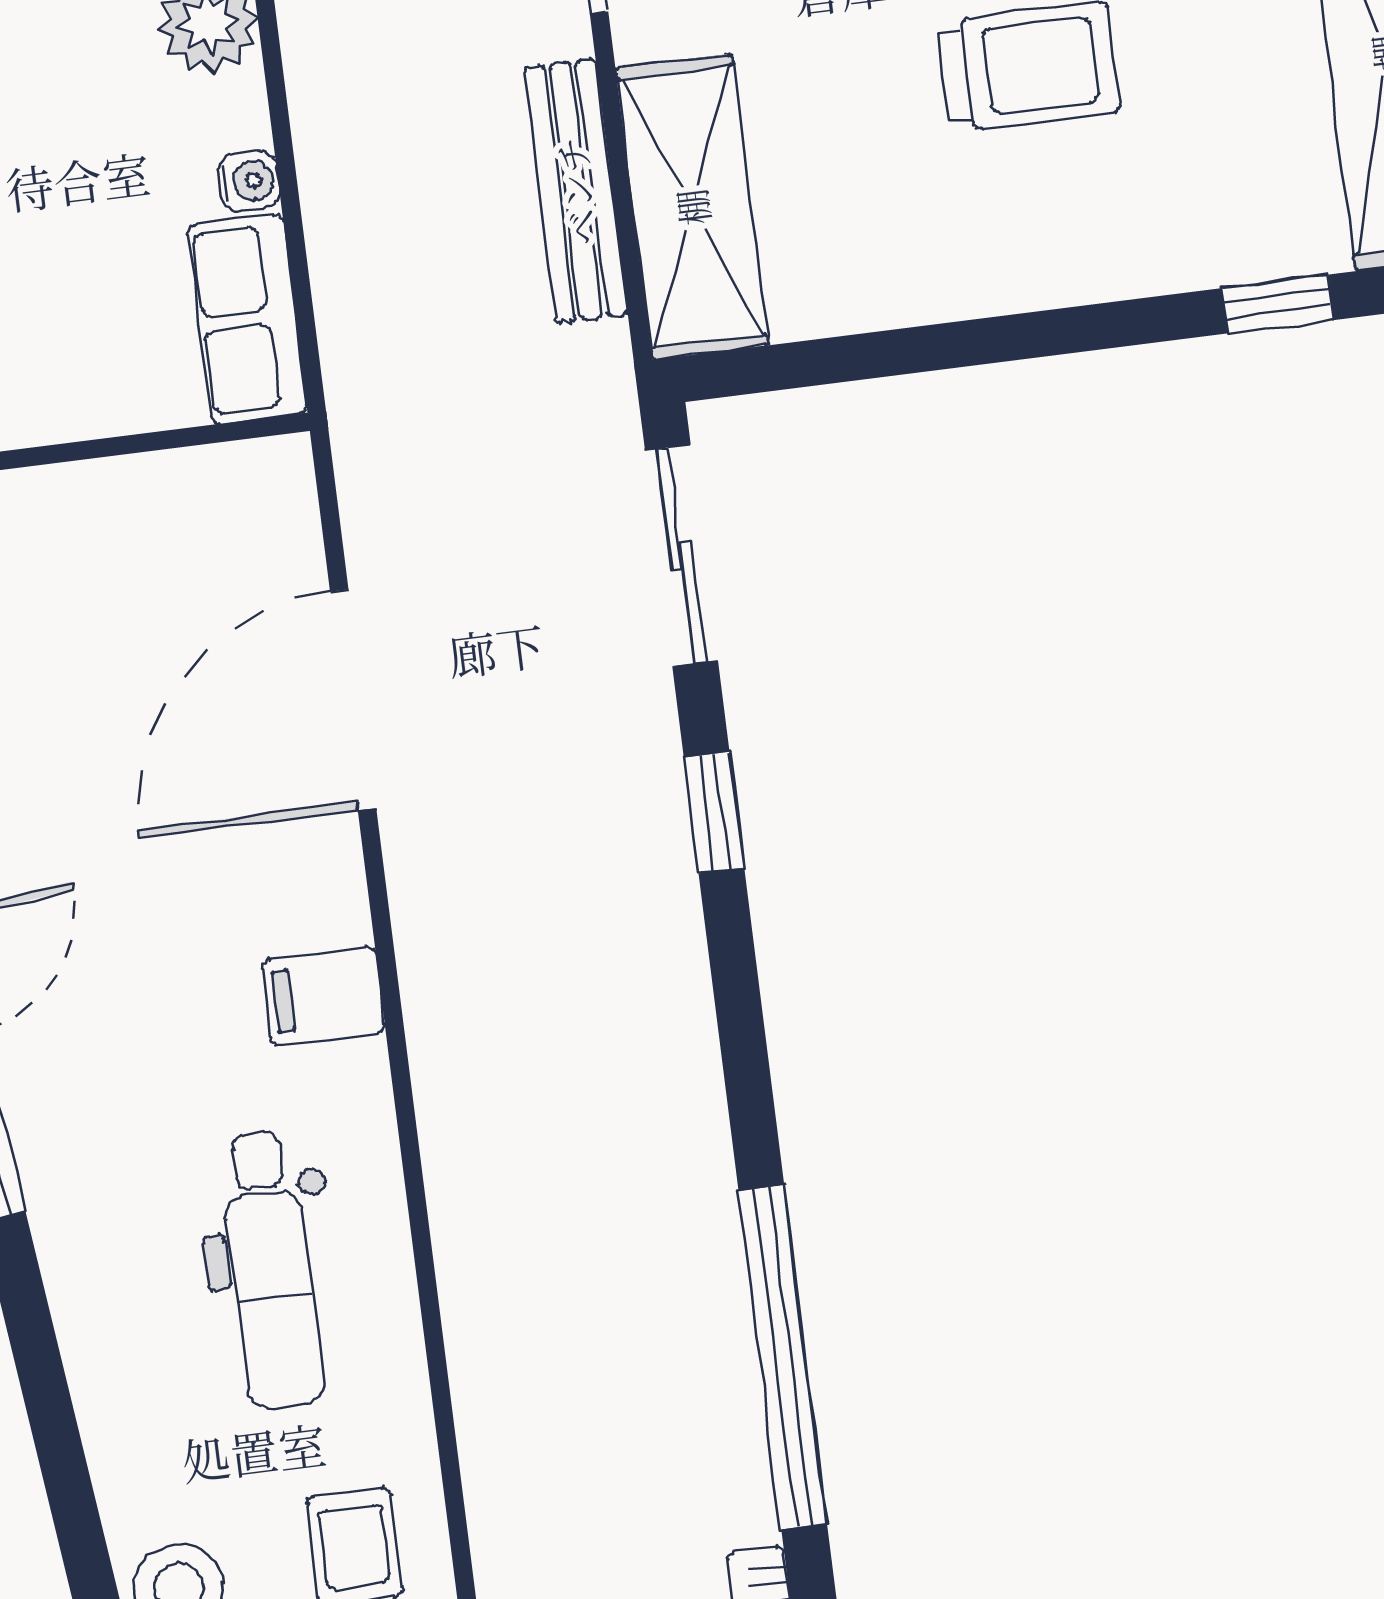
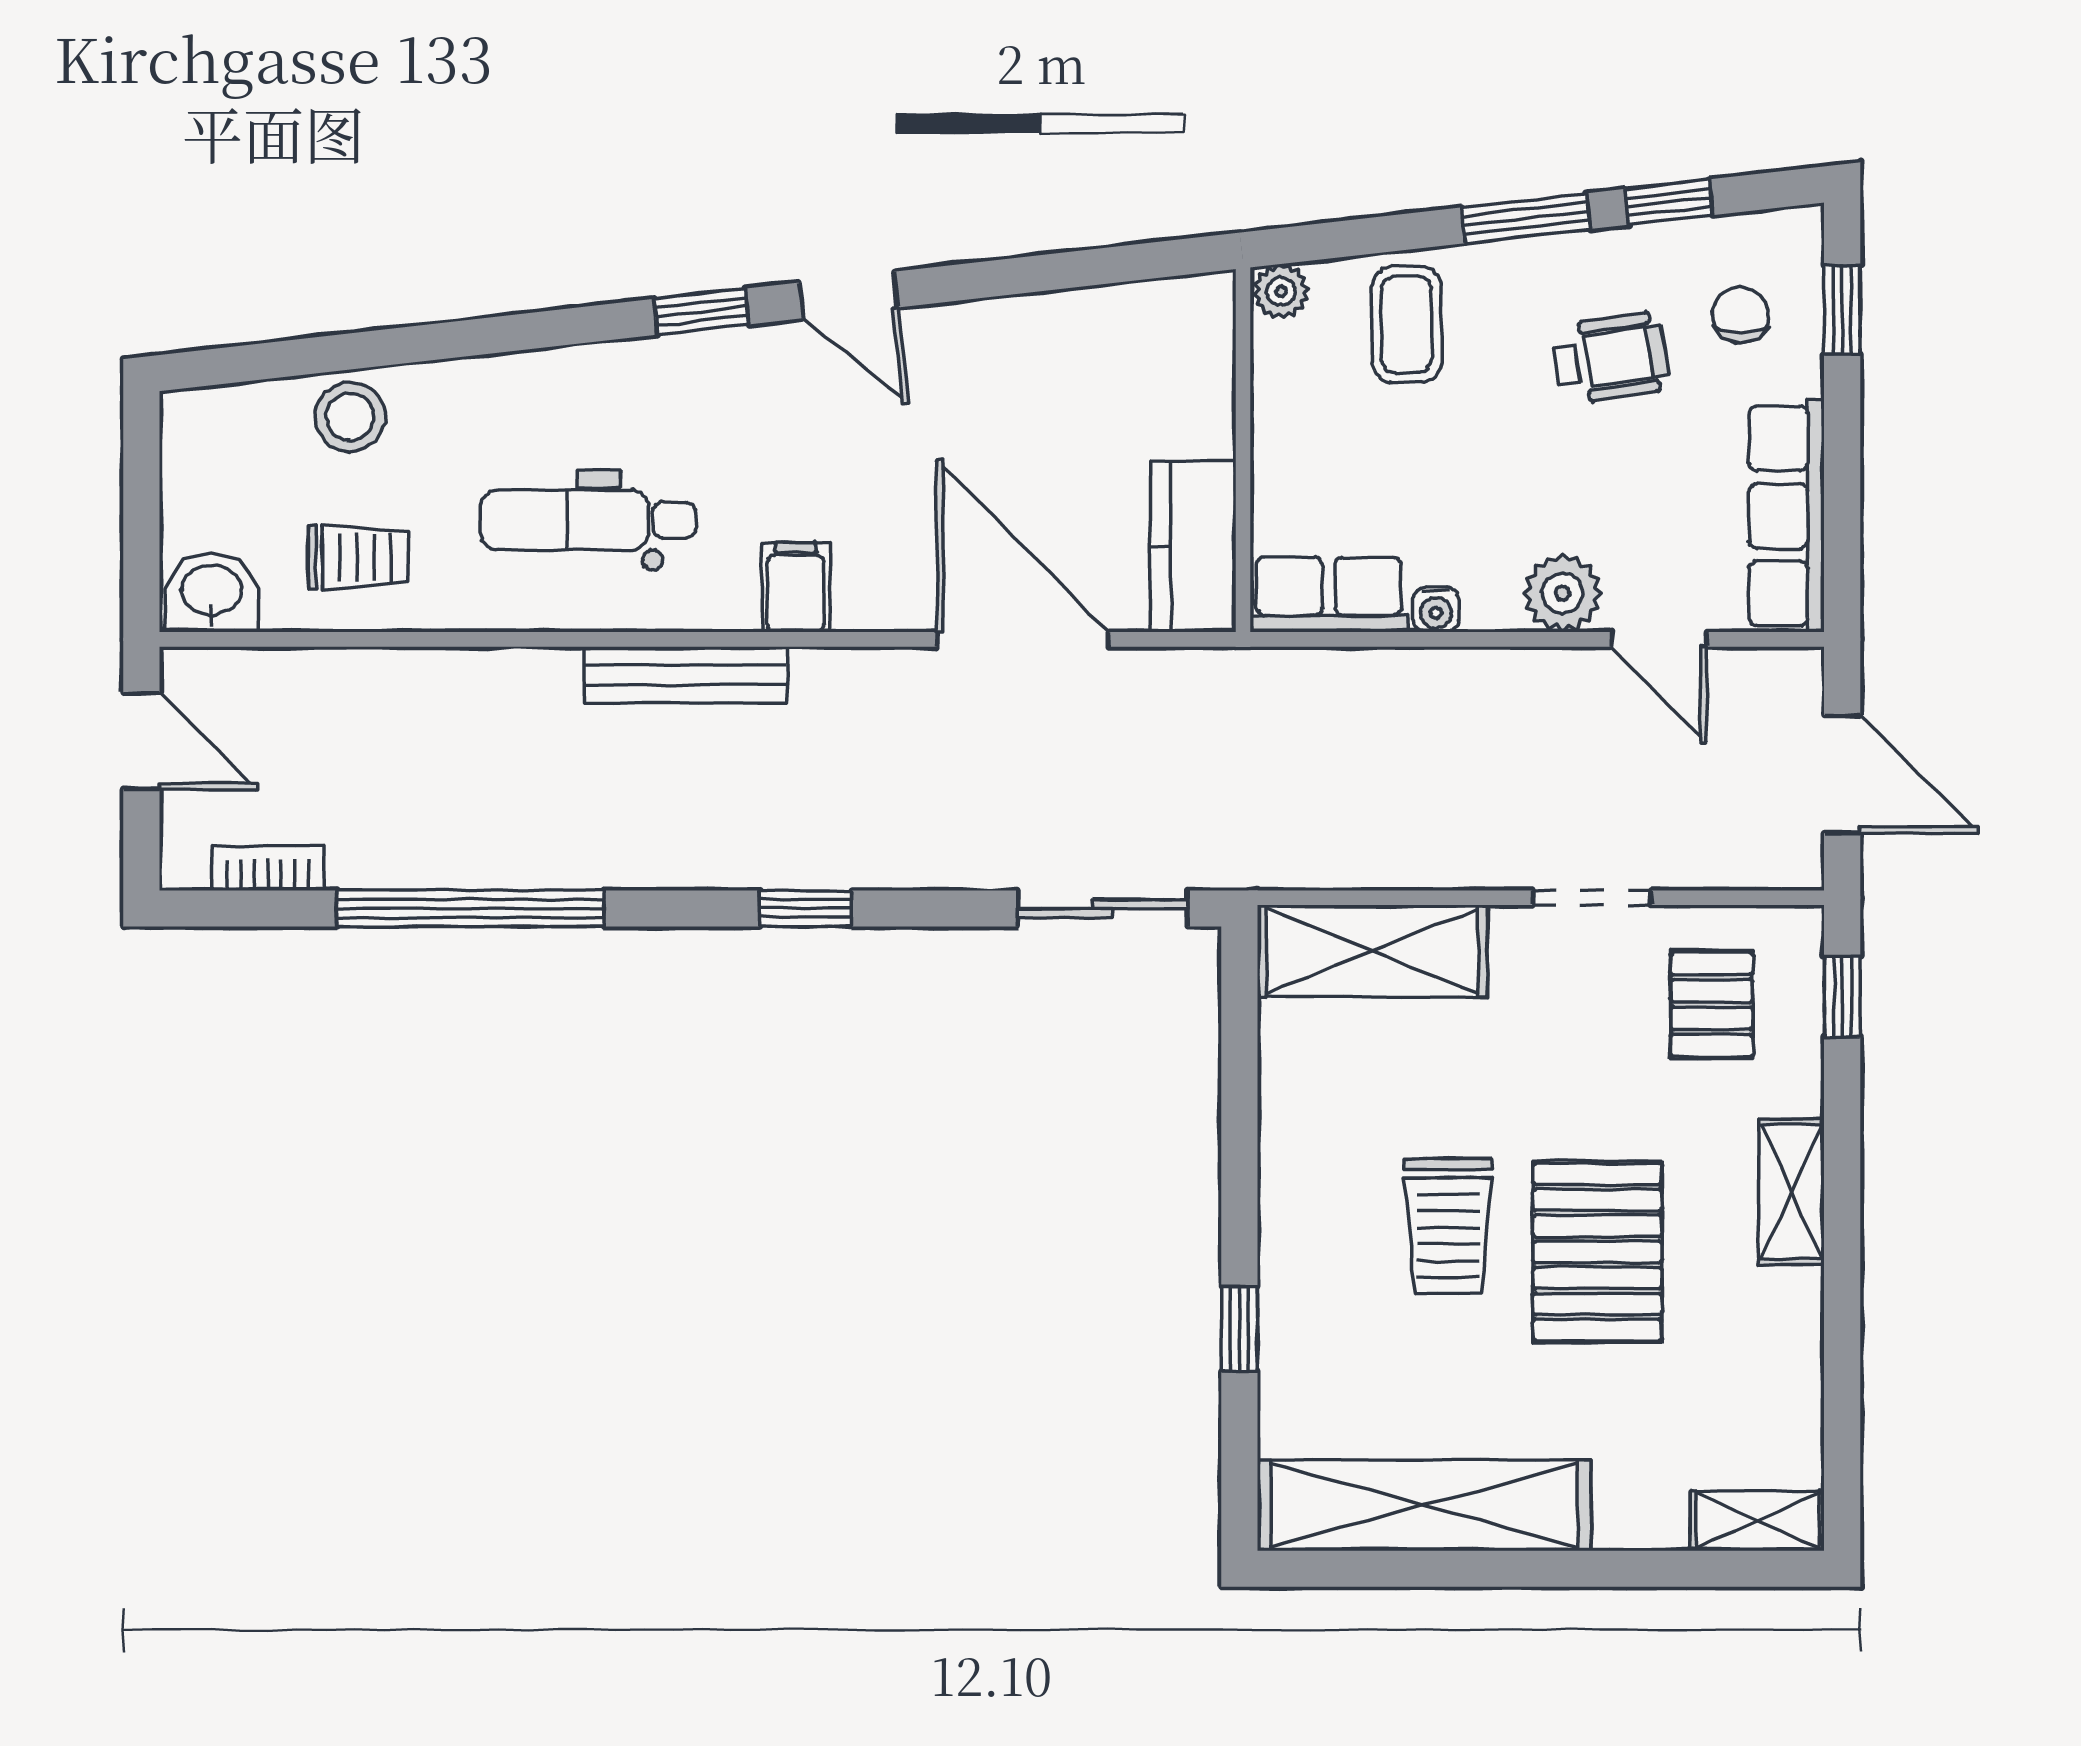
bench: (576, 191) -> (685, 675), moved
window: (1278, 304) -> (1239, 1329), moved
kitchen counter: (208, 499) -> (1193, 547), added
window: (714, 812) -> (805, 909), moved

